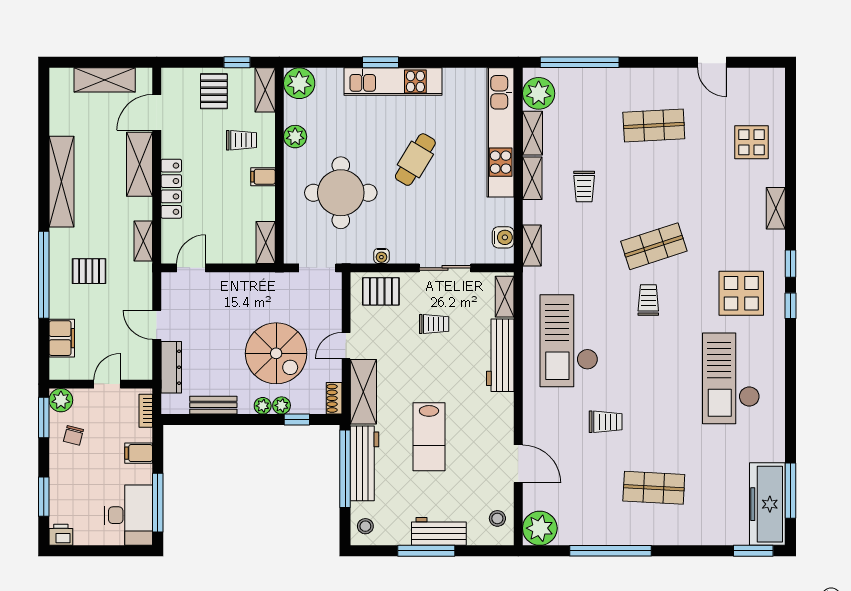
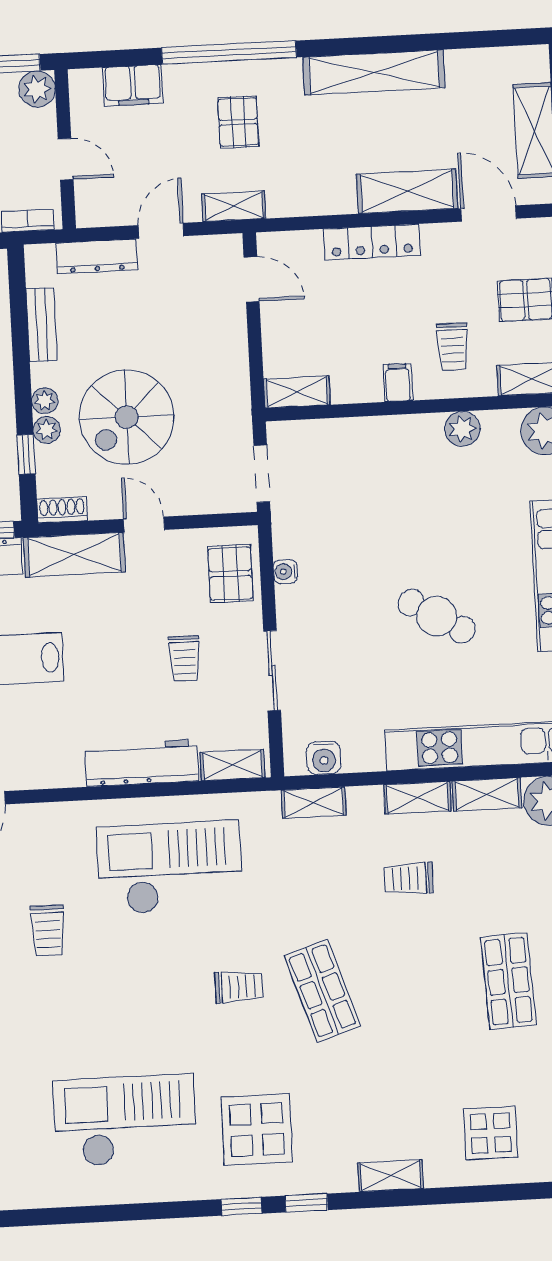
round table: (341, 193) -> (379, 504), removed
shelving: (143, 241) -> (234, 206), moved

